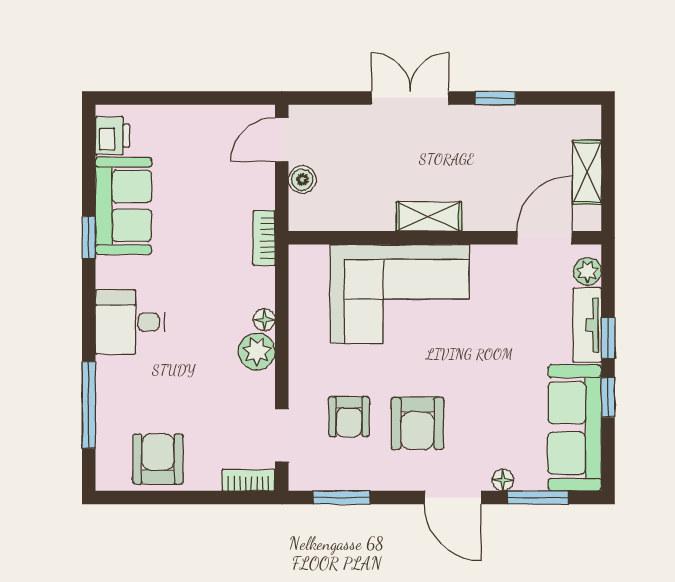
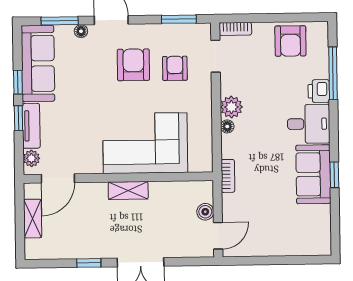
printer: (113, 136) -> (319, 91), moved
sofa: (123, 206) -> (313, 174), moved

